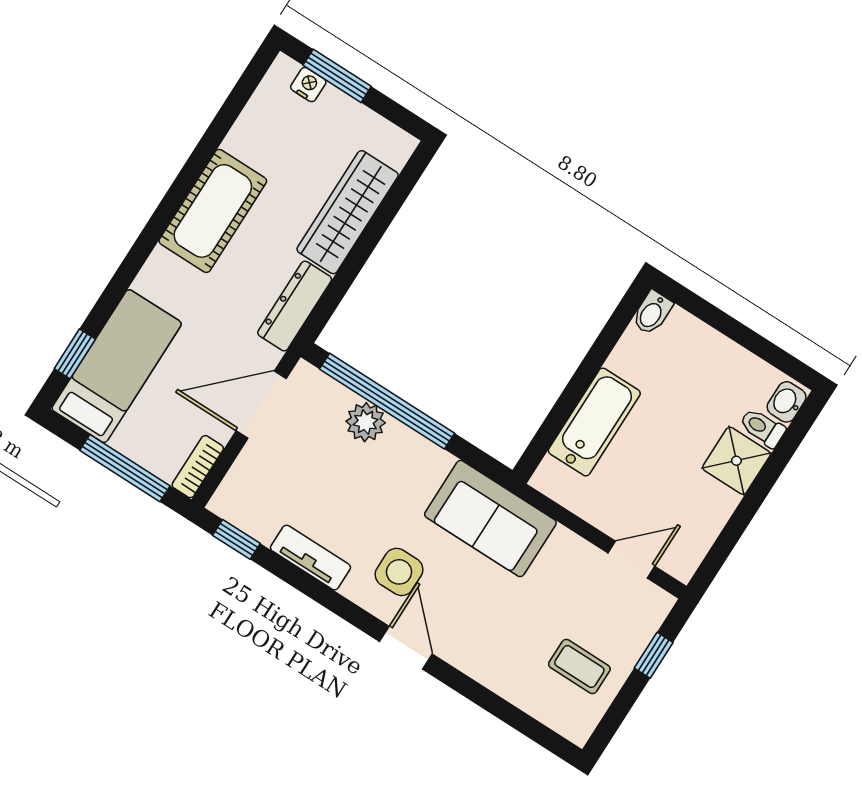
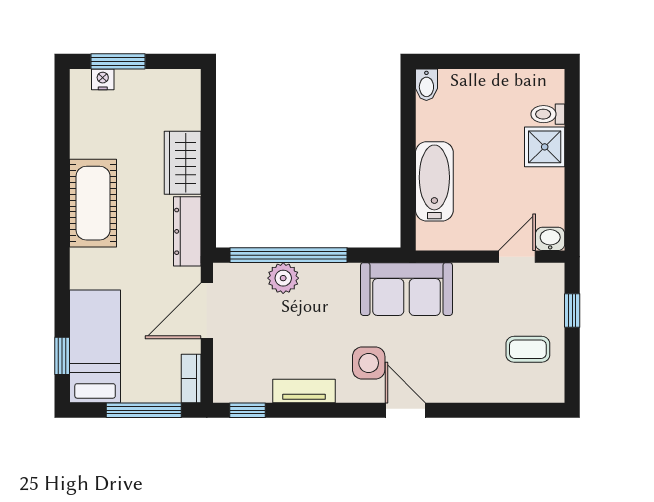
wardrobe: (348, 212) -> (183, 163), width x0.67
washbasin: (787, 402) -> (550, 239), moved, turned 90

